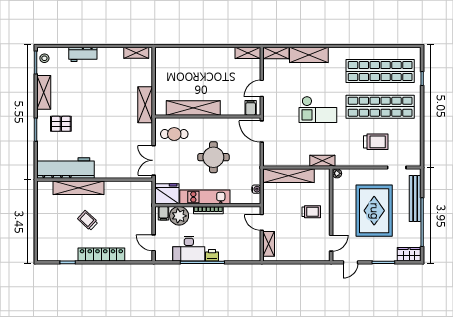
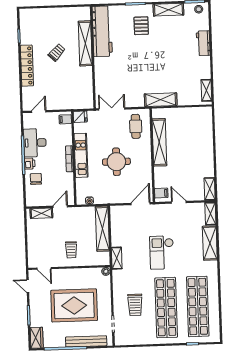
fridge: (167, 194) -> (80, 117), width x0.53, depth x0.75
plant: (179, 216) -> (64, 133), removed
chair: (230, 249) -> (36, 179), added

